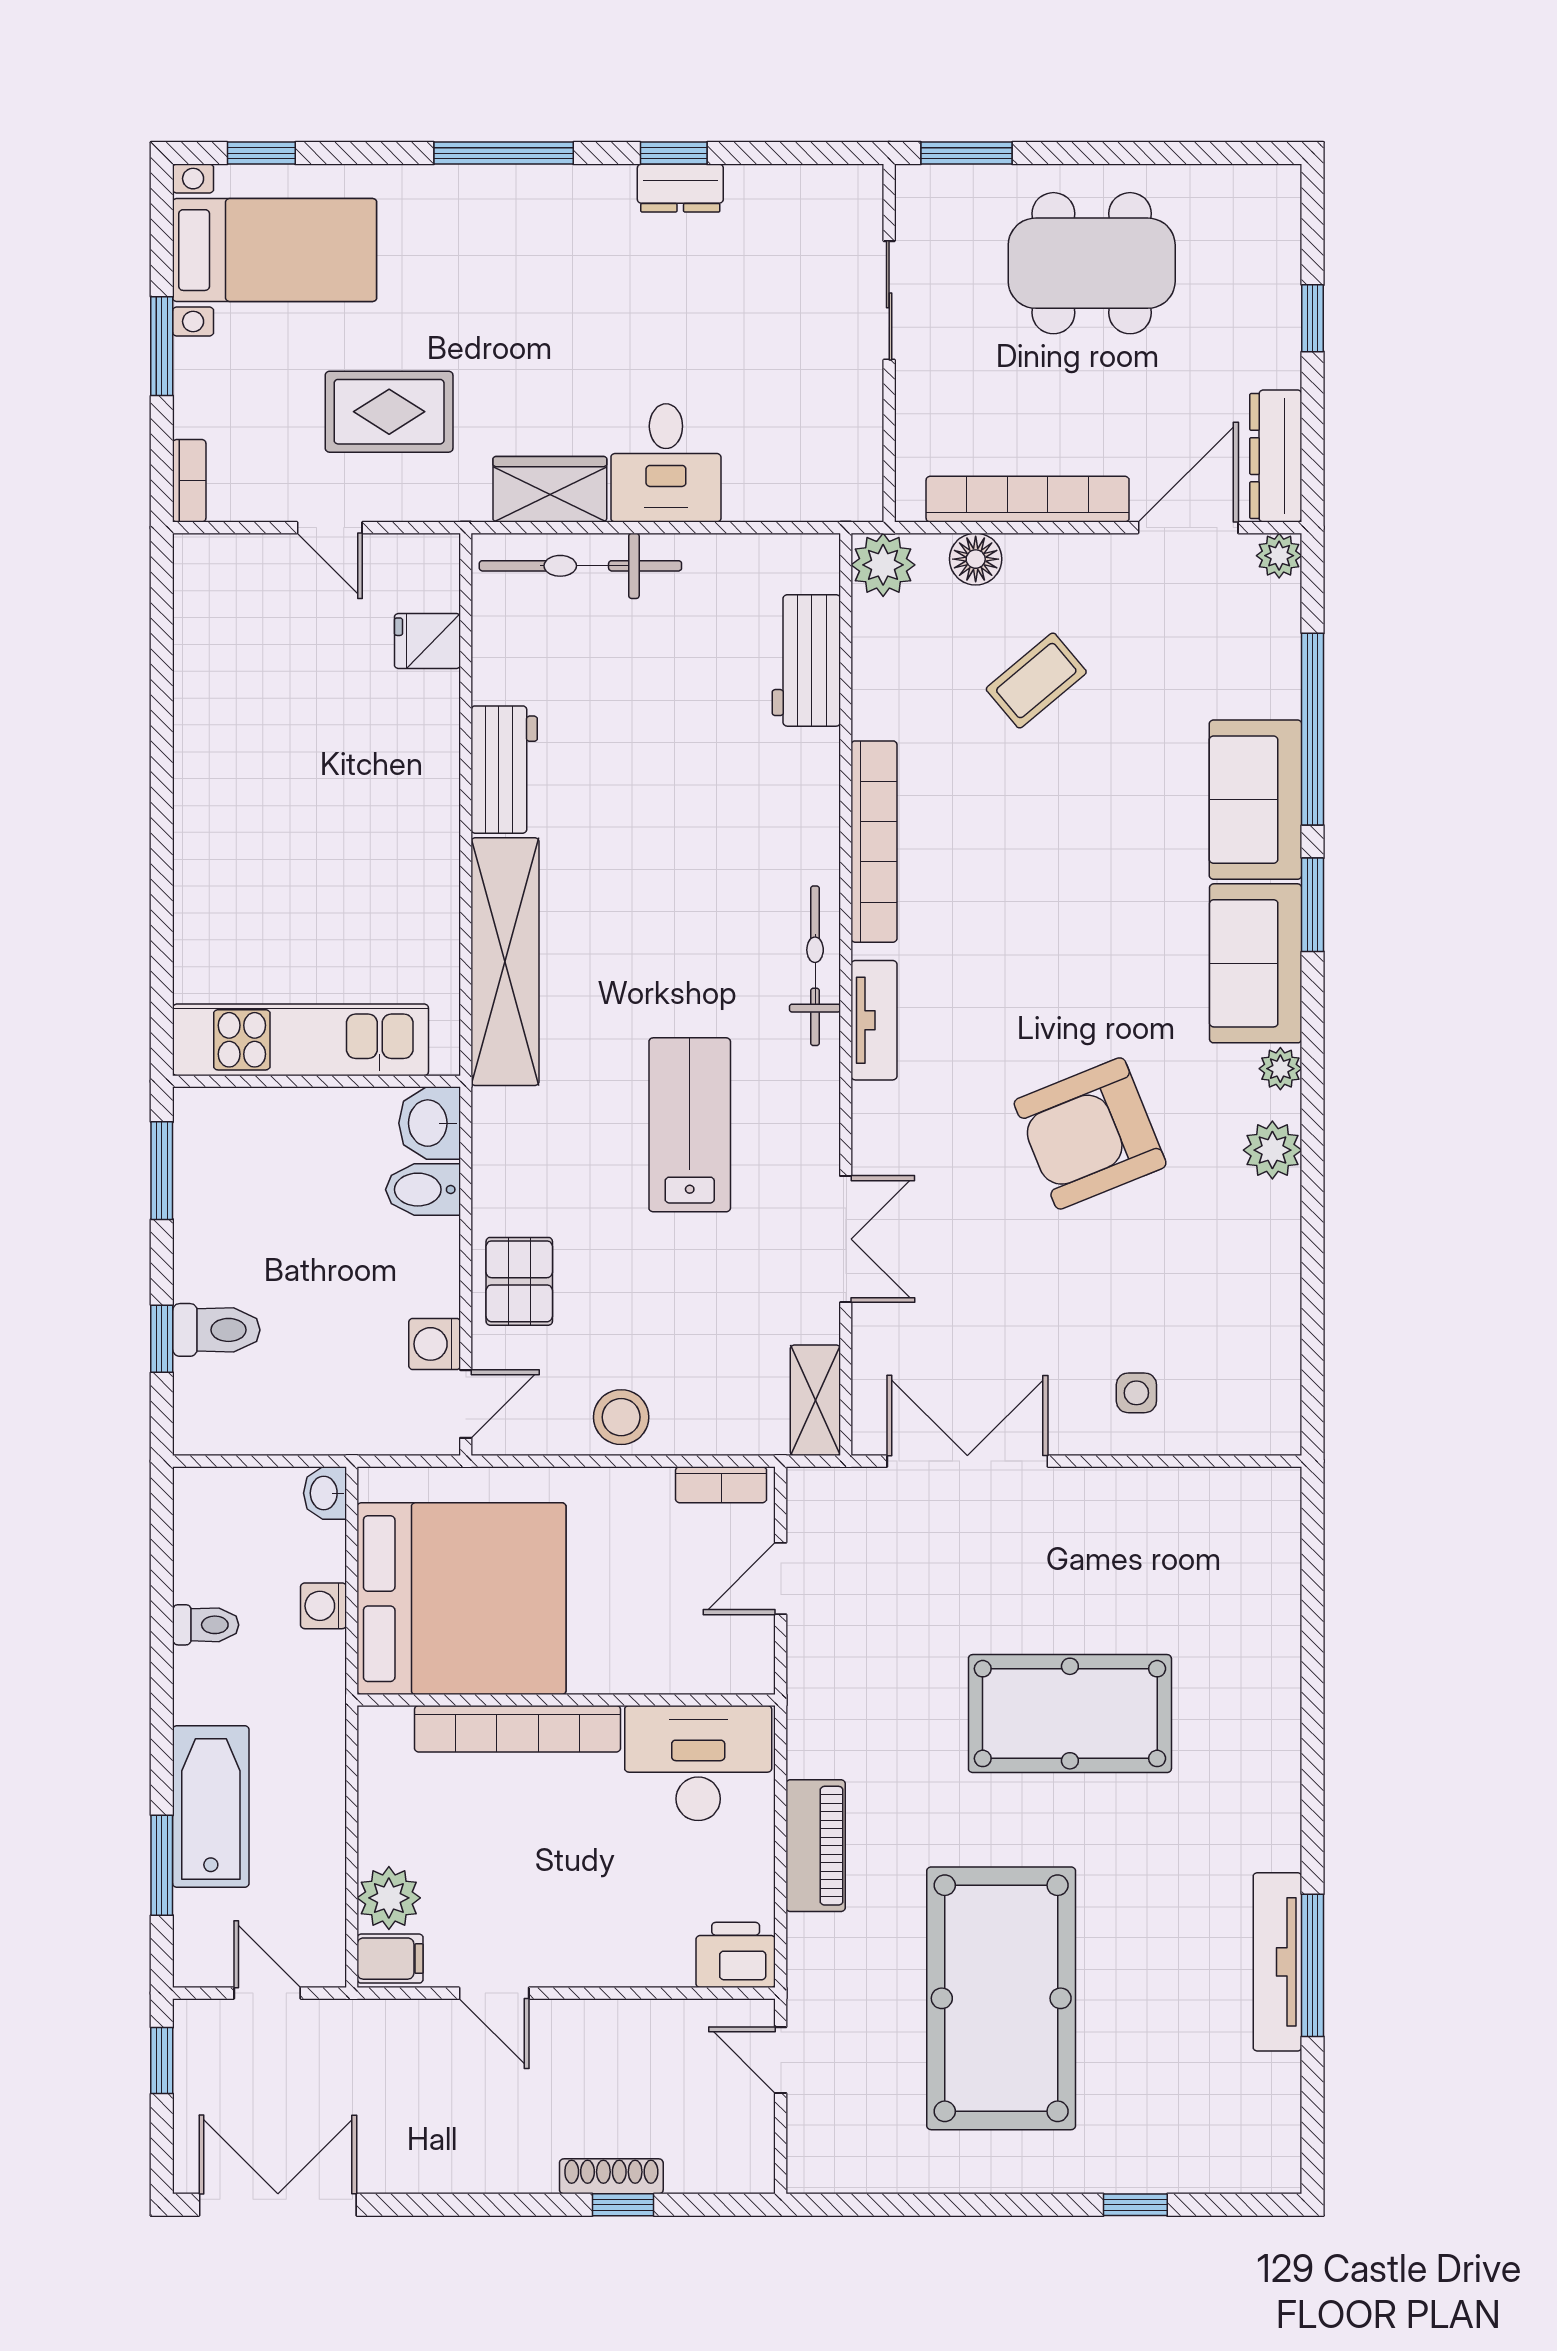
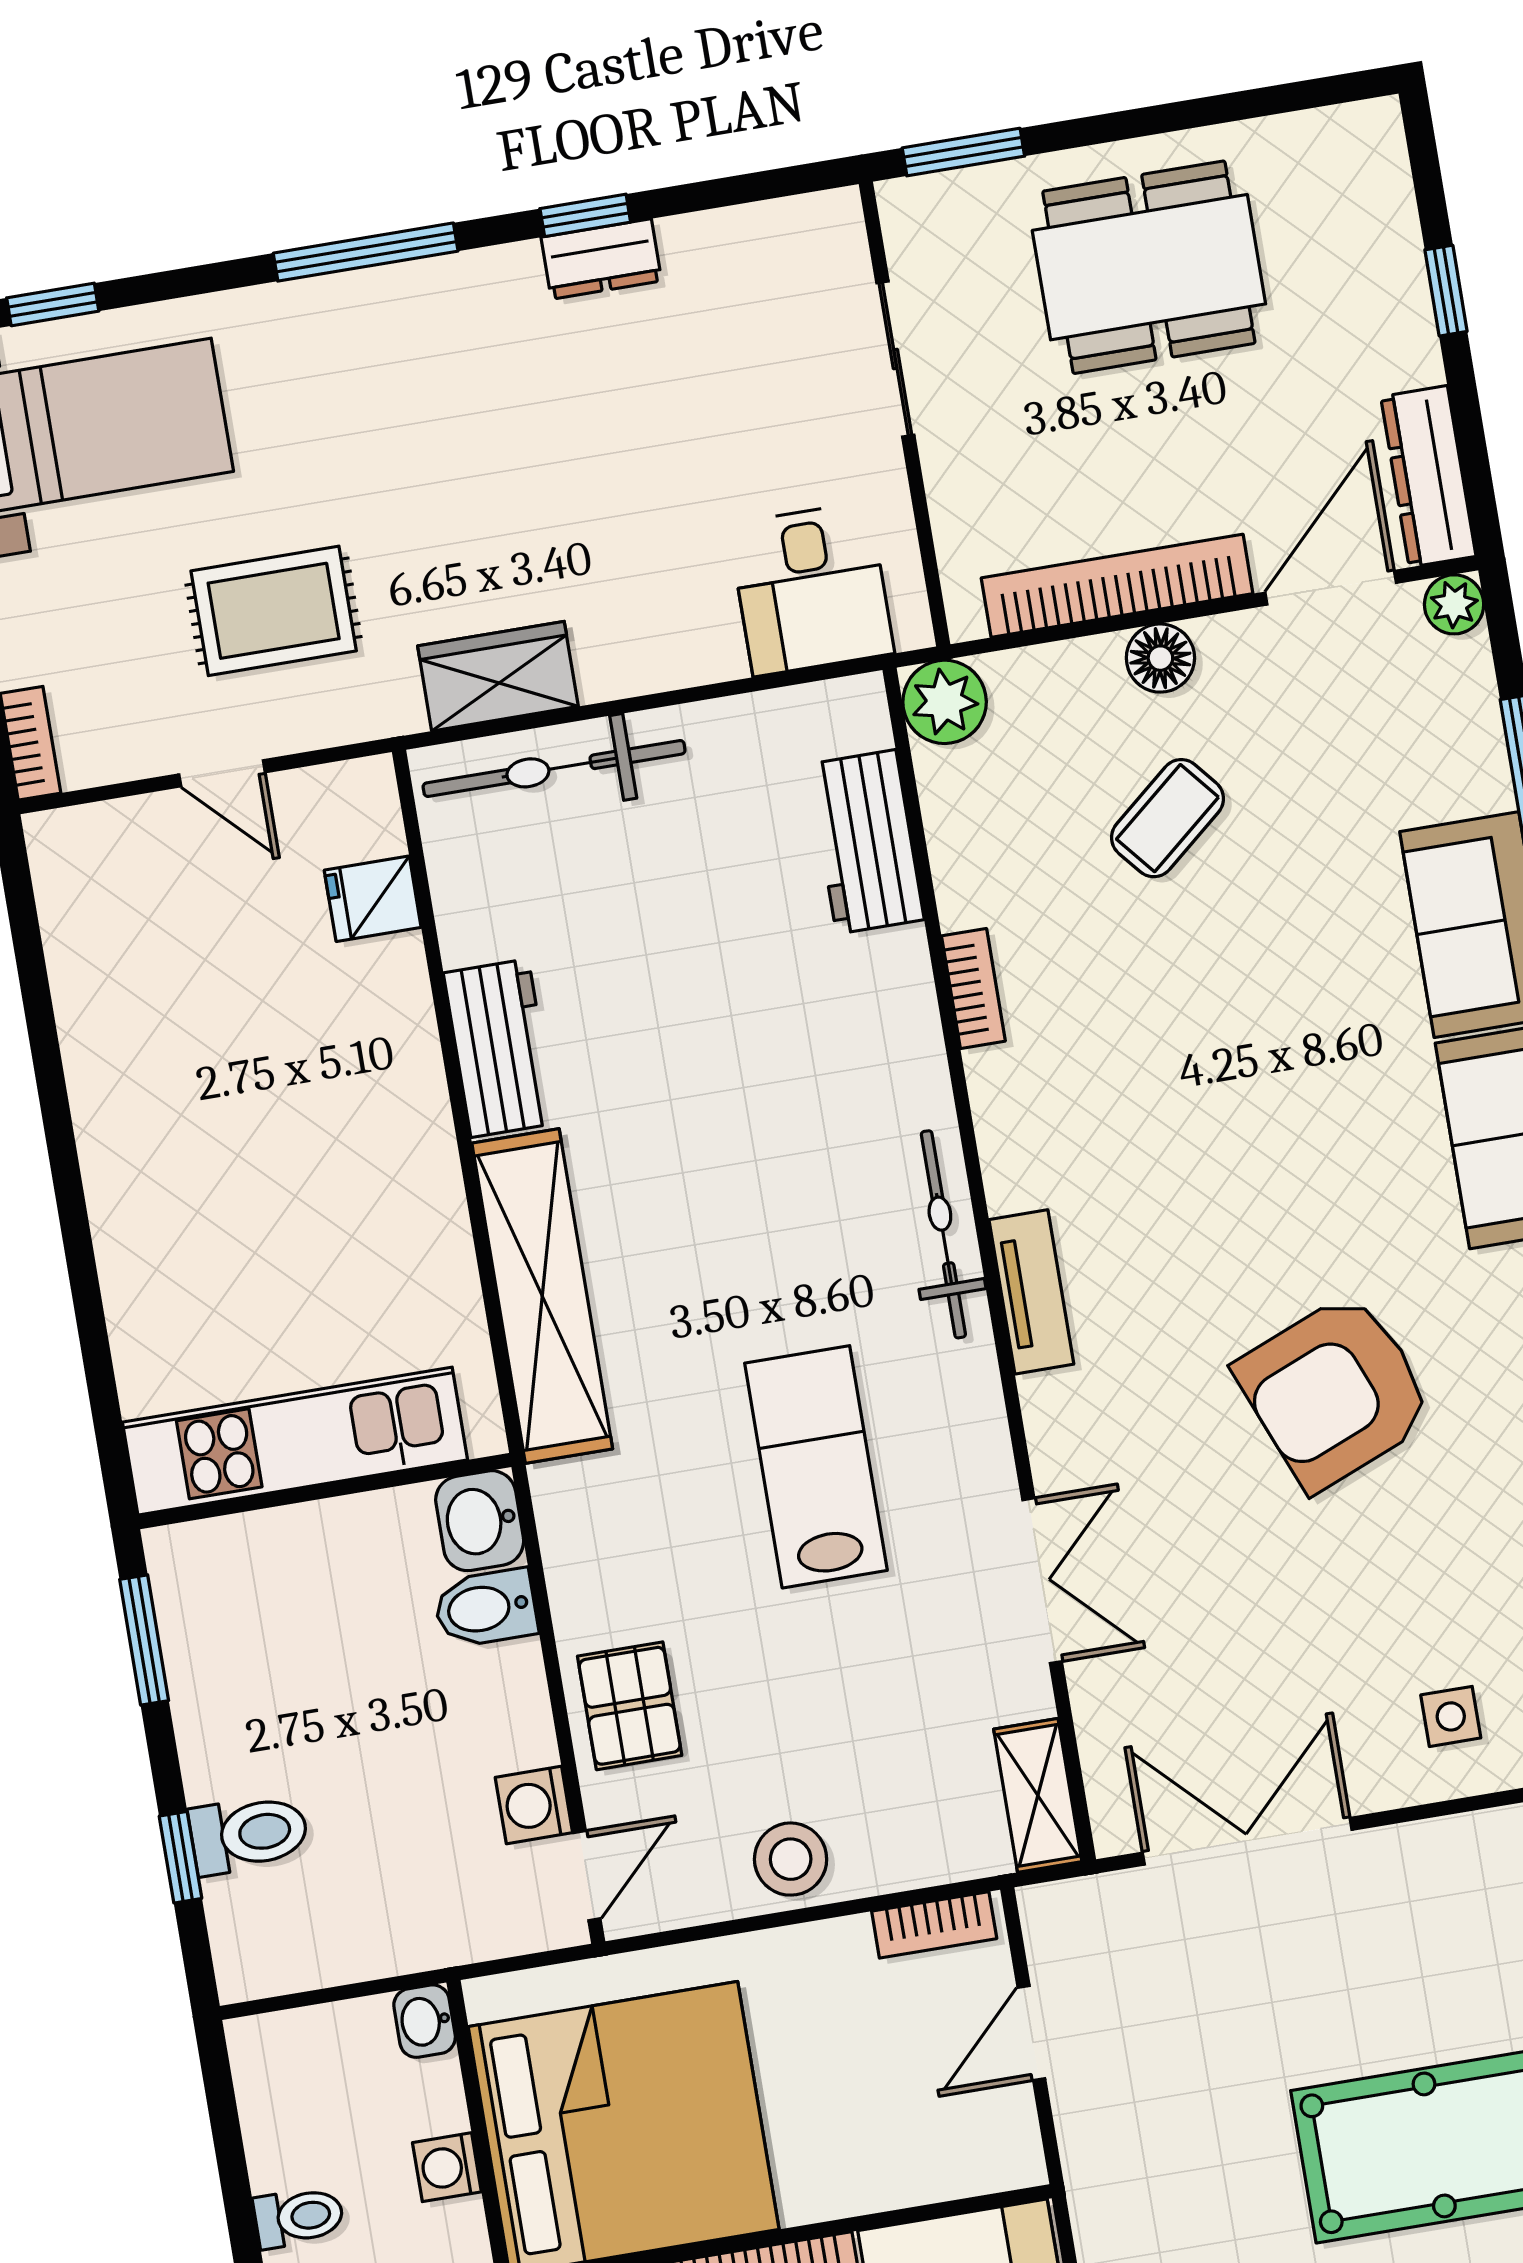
desk: (666, 463) -> (811, 589), moved
floor lamp: (976, 559) -> (1160, 658), moved
bookcase: (874, 842) -> (973, 988), width x0.43, depth x0.76

